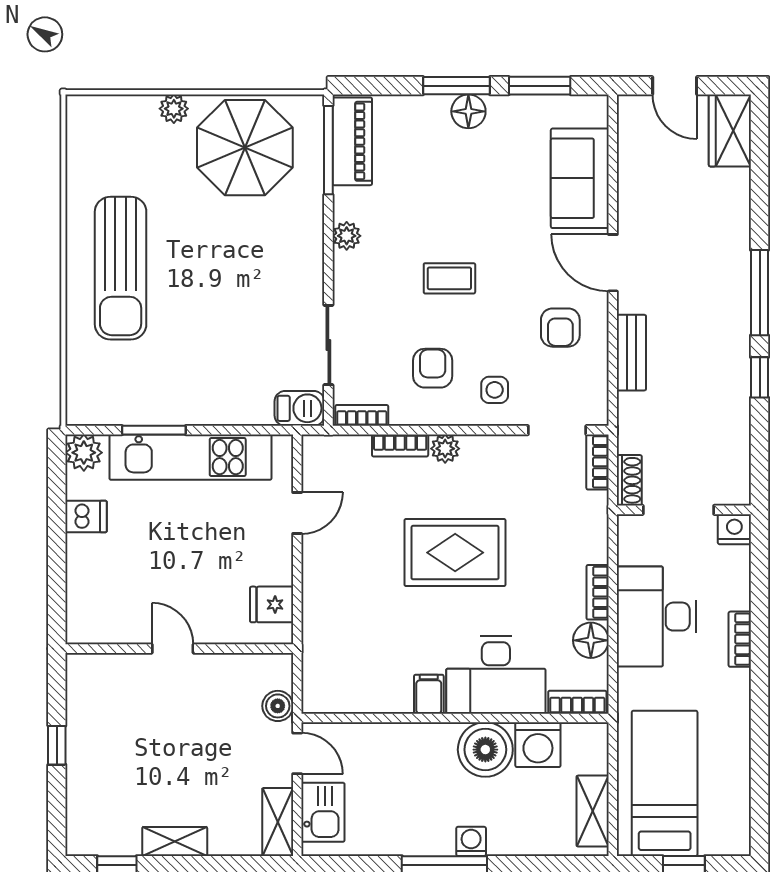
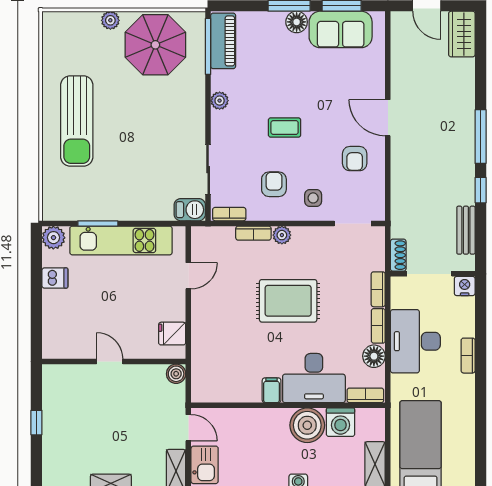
sofa: (580, 178) -> (341, 29), moved, turned -90
bench: (631, 353) -> (466, 230), moved
bookcase: (598, 462) -> (378, 289), moved
boiler: (278, 706) -> (176, 374), moved

